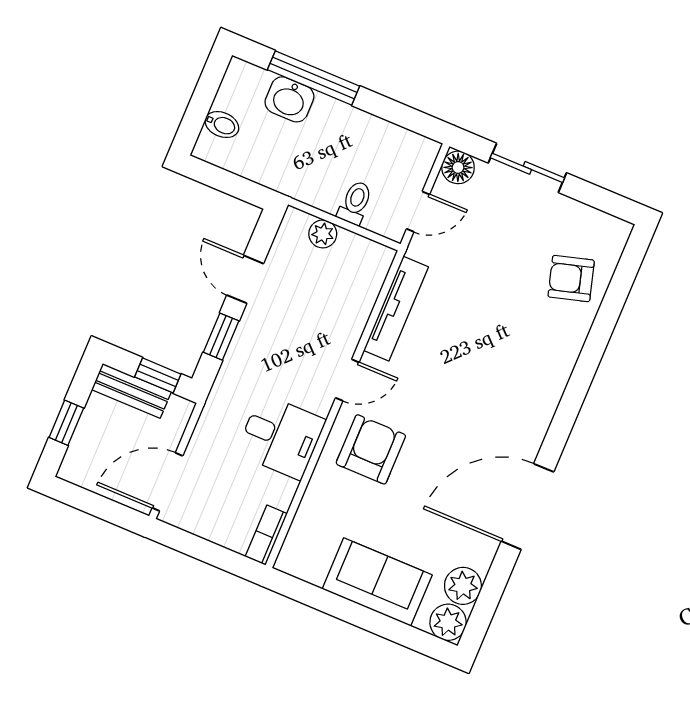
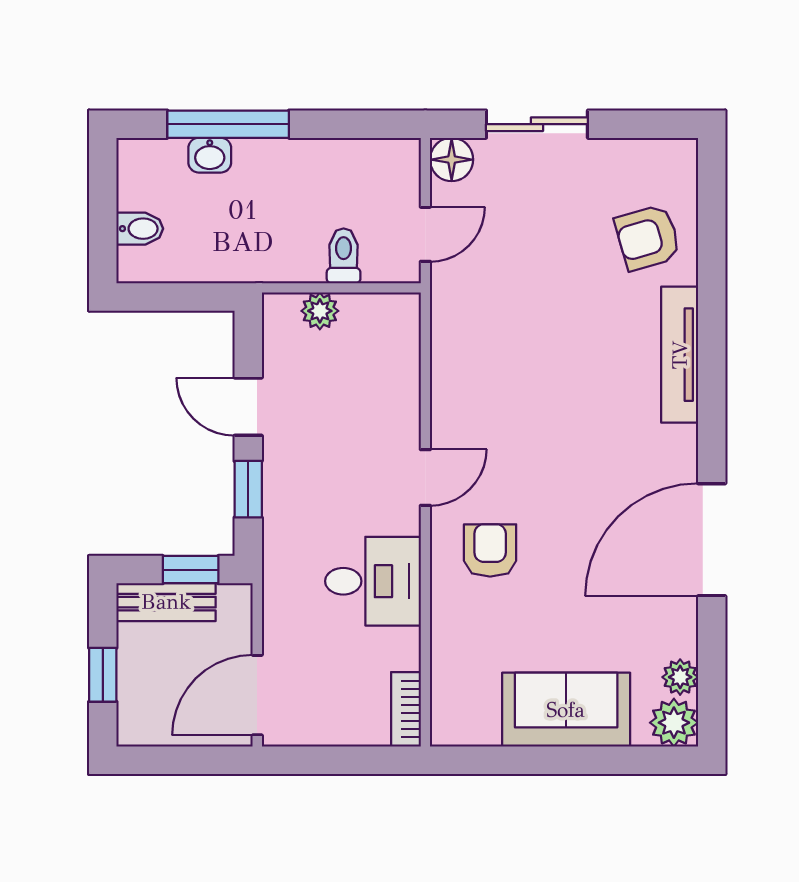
washbasin: (289, 99) -> (210, 155), width x0.72, depth x0.69
tv unit: (396, 309) -> (680, 355), moved, turned 180
armchair: (371, 449) -> (490, 550), width x0.72, depth x0.72
plant: (463, 586) -> (680, 677), width x0.73, depth x0.73

